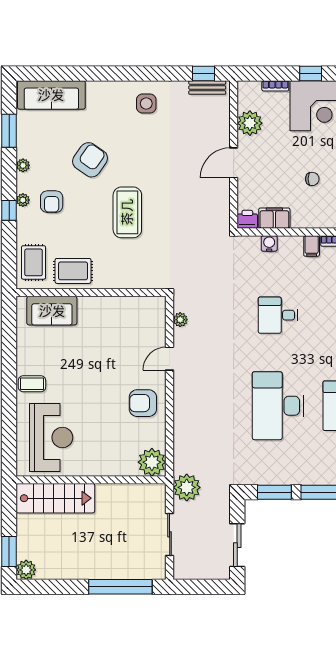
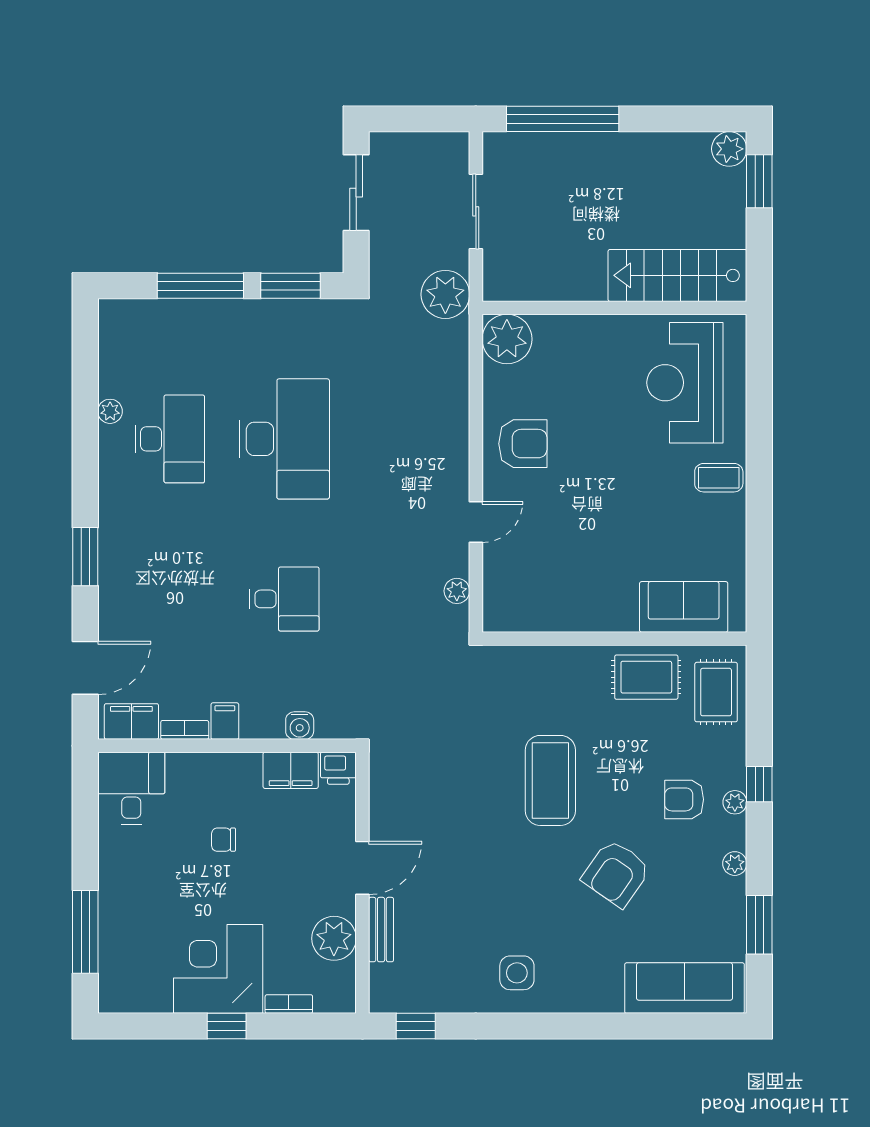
bench: (207, 88) -> (381, 930), moved, turned 90
armchair: (52, 202) -> (684, 799), turned -90

